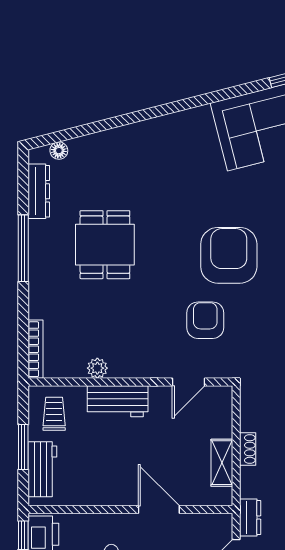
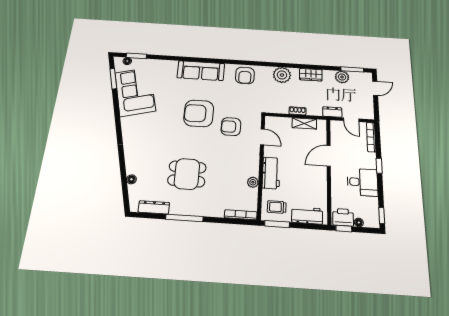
floor lamp: (59, 151) -> (131, 179), moved
window: (23, 447) -> (277, 224), moved

